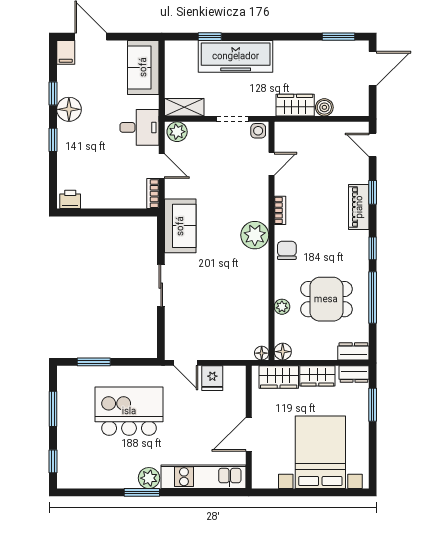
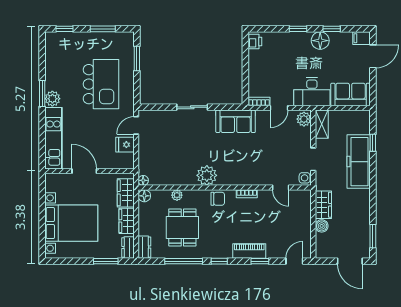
desk: (139, 127) -> (312, 92), width x1.37
plant: (255, 235) -> (207, 175), moved

